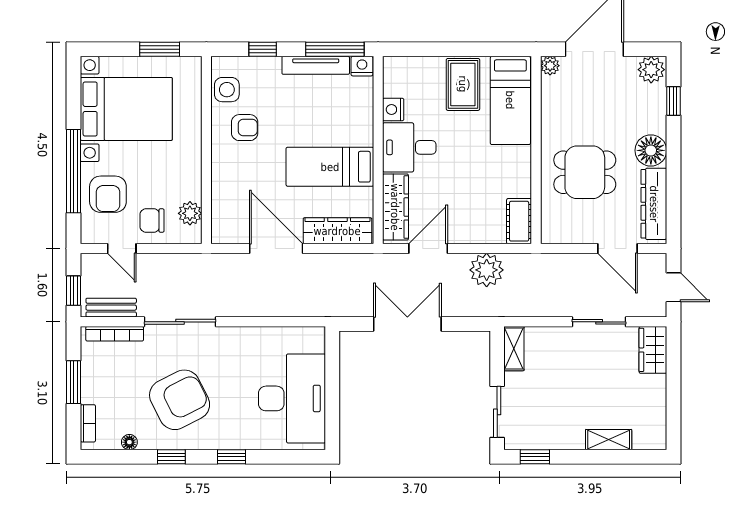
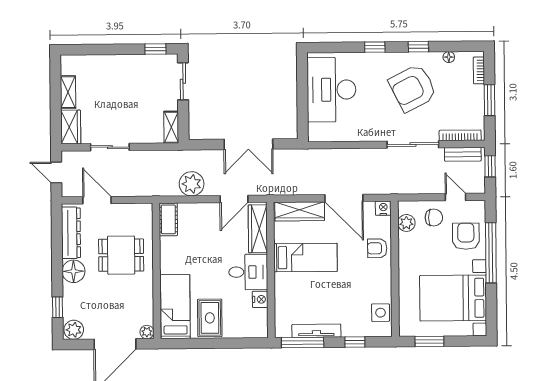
nightstand: (362, 66) -> (383, 208), moved, turned 180
armchair: (245, 128) -> (377, 248), moved
shelving: (609, 440) -> (68, 92), moved, turned 90

